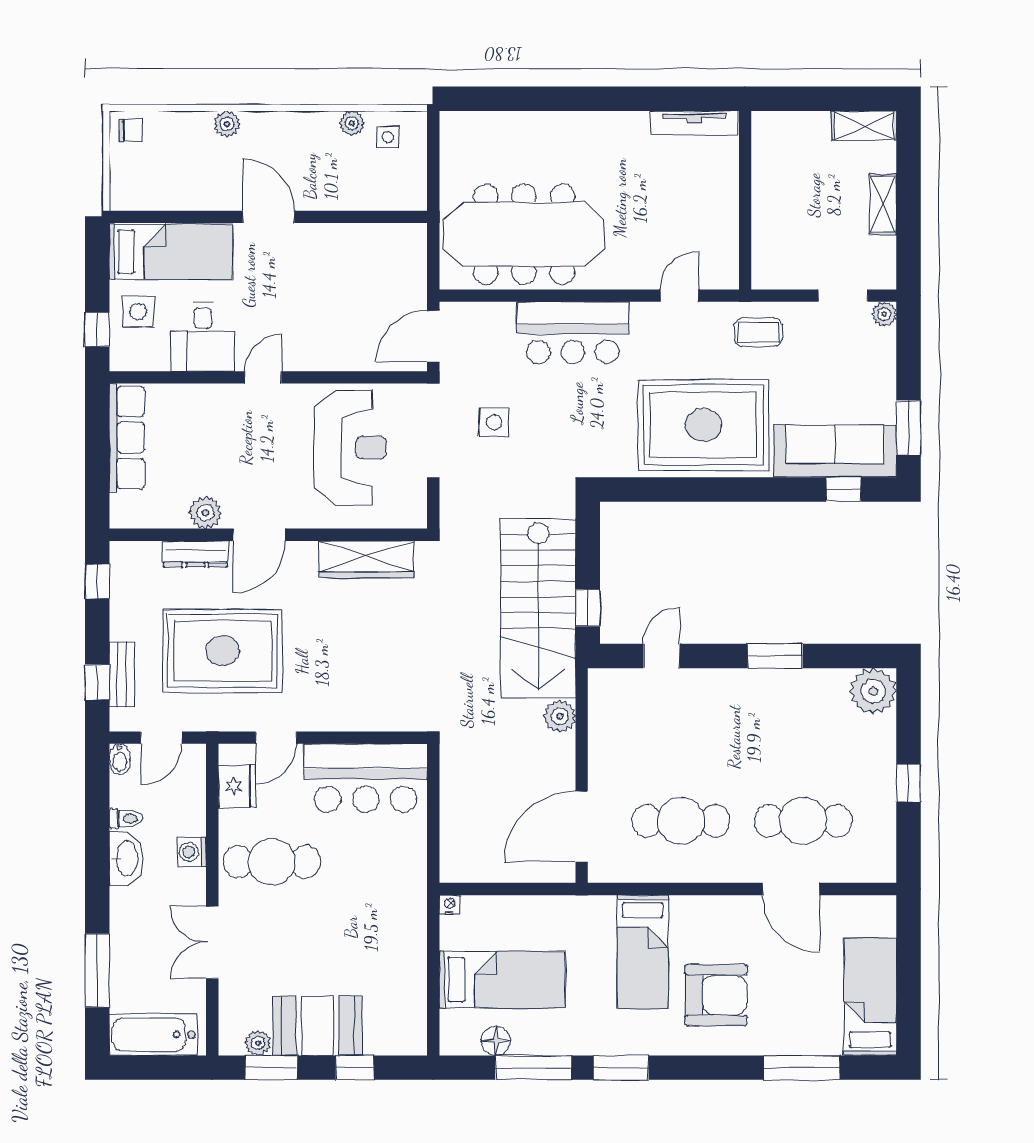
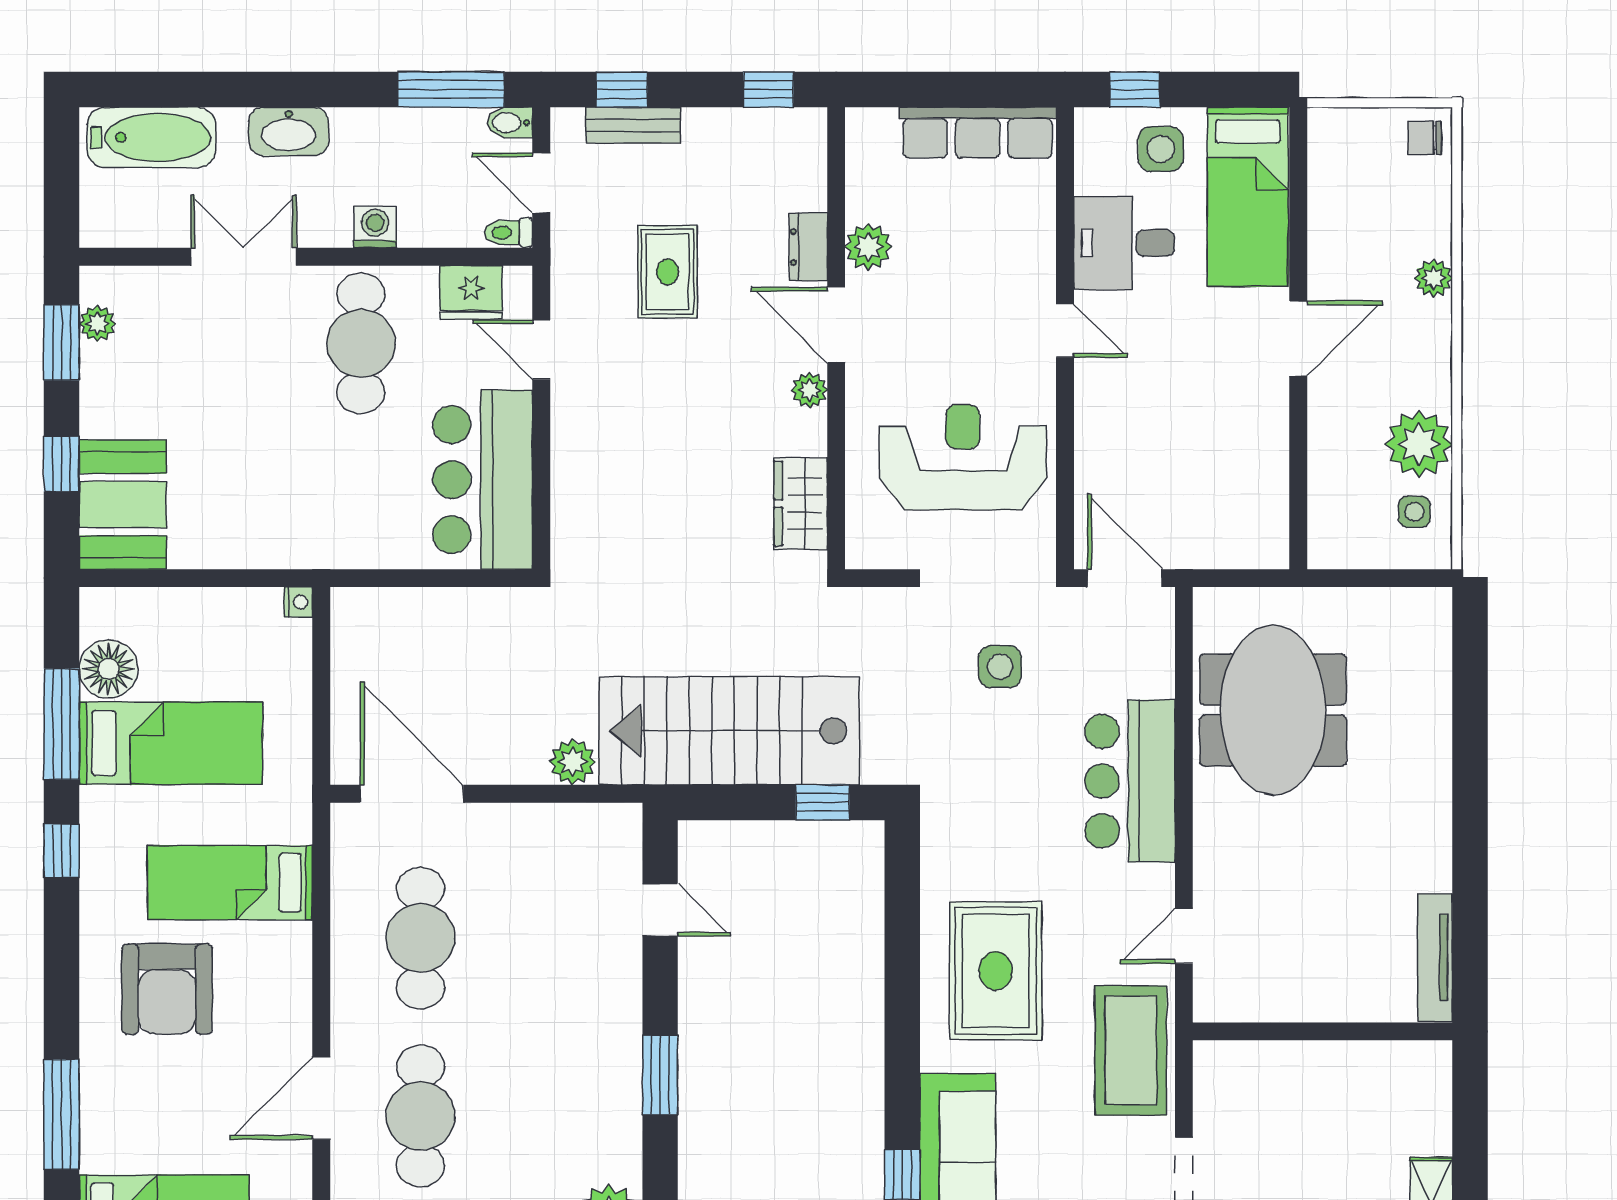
plant: (352, 123) -> (1419, 444), width x1.87, depth x1.87
chair: (130, 130) -> (1425, 138), turned 90
meeting table: (524, 234) -> (1273, 710), width x0.73
door: (679, 296) -> (1184, 936), swing flipped
coffee table: (758, 332) -> (1131, 1051), width x1.86, depth x1.72
rug: (703, 425) -> (996, 971), width x0.73, depth x0.69
reception desk: (350, 448) -> (963, 457), turned 180
plant: (304, 553) -> (810, 390), added
dresser: (195, 554) -> (808, 247), width x0.70
wardrobe: (366, 559) -> (801, 504), width x0.67
window: (588, 608) -> (823, 803), moved
rug: (223, 651) -> (668, 272), width x0.54, depth x0.49
toilet: (126, 819) -> (509, 233), moved, turned 90
washbasin: (126, 858) -> (289, 131), moved
window: (97, 971) -> (451, 90), moved
bed: (502, 980) -> (171, 743), moved, turned -90
booth: (318, 1026) -> (123, 505), moved
bathtub: (153, 1035) -> (152, 137), moved, turned 90
floor lamp: (496, 1041) -> (109, 669), width x1.38, depth x1.38
window: (621, 1068) -> (62, 851), width x0.67

